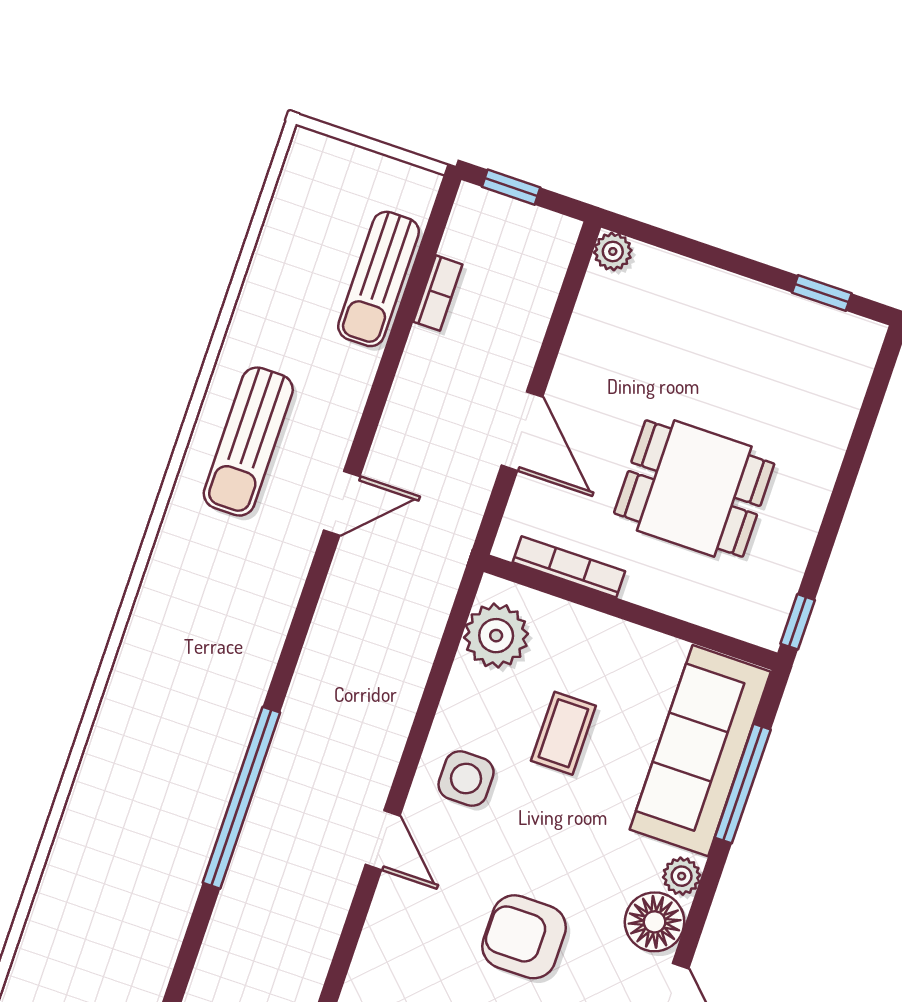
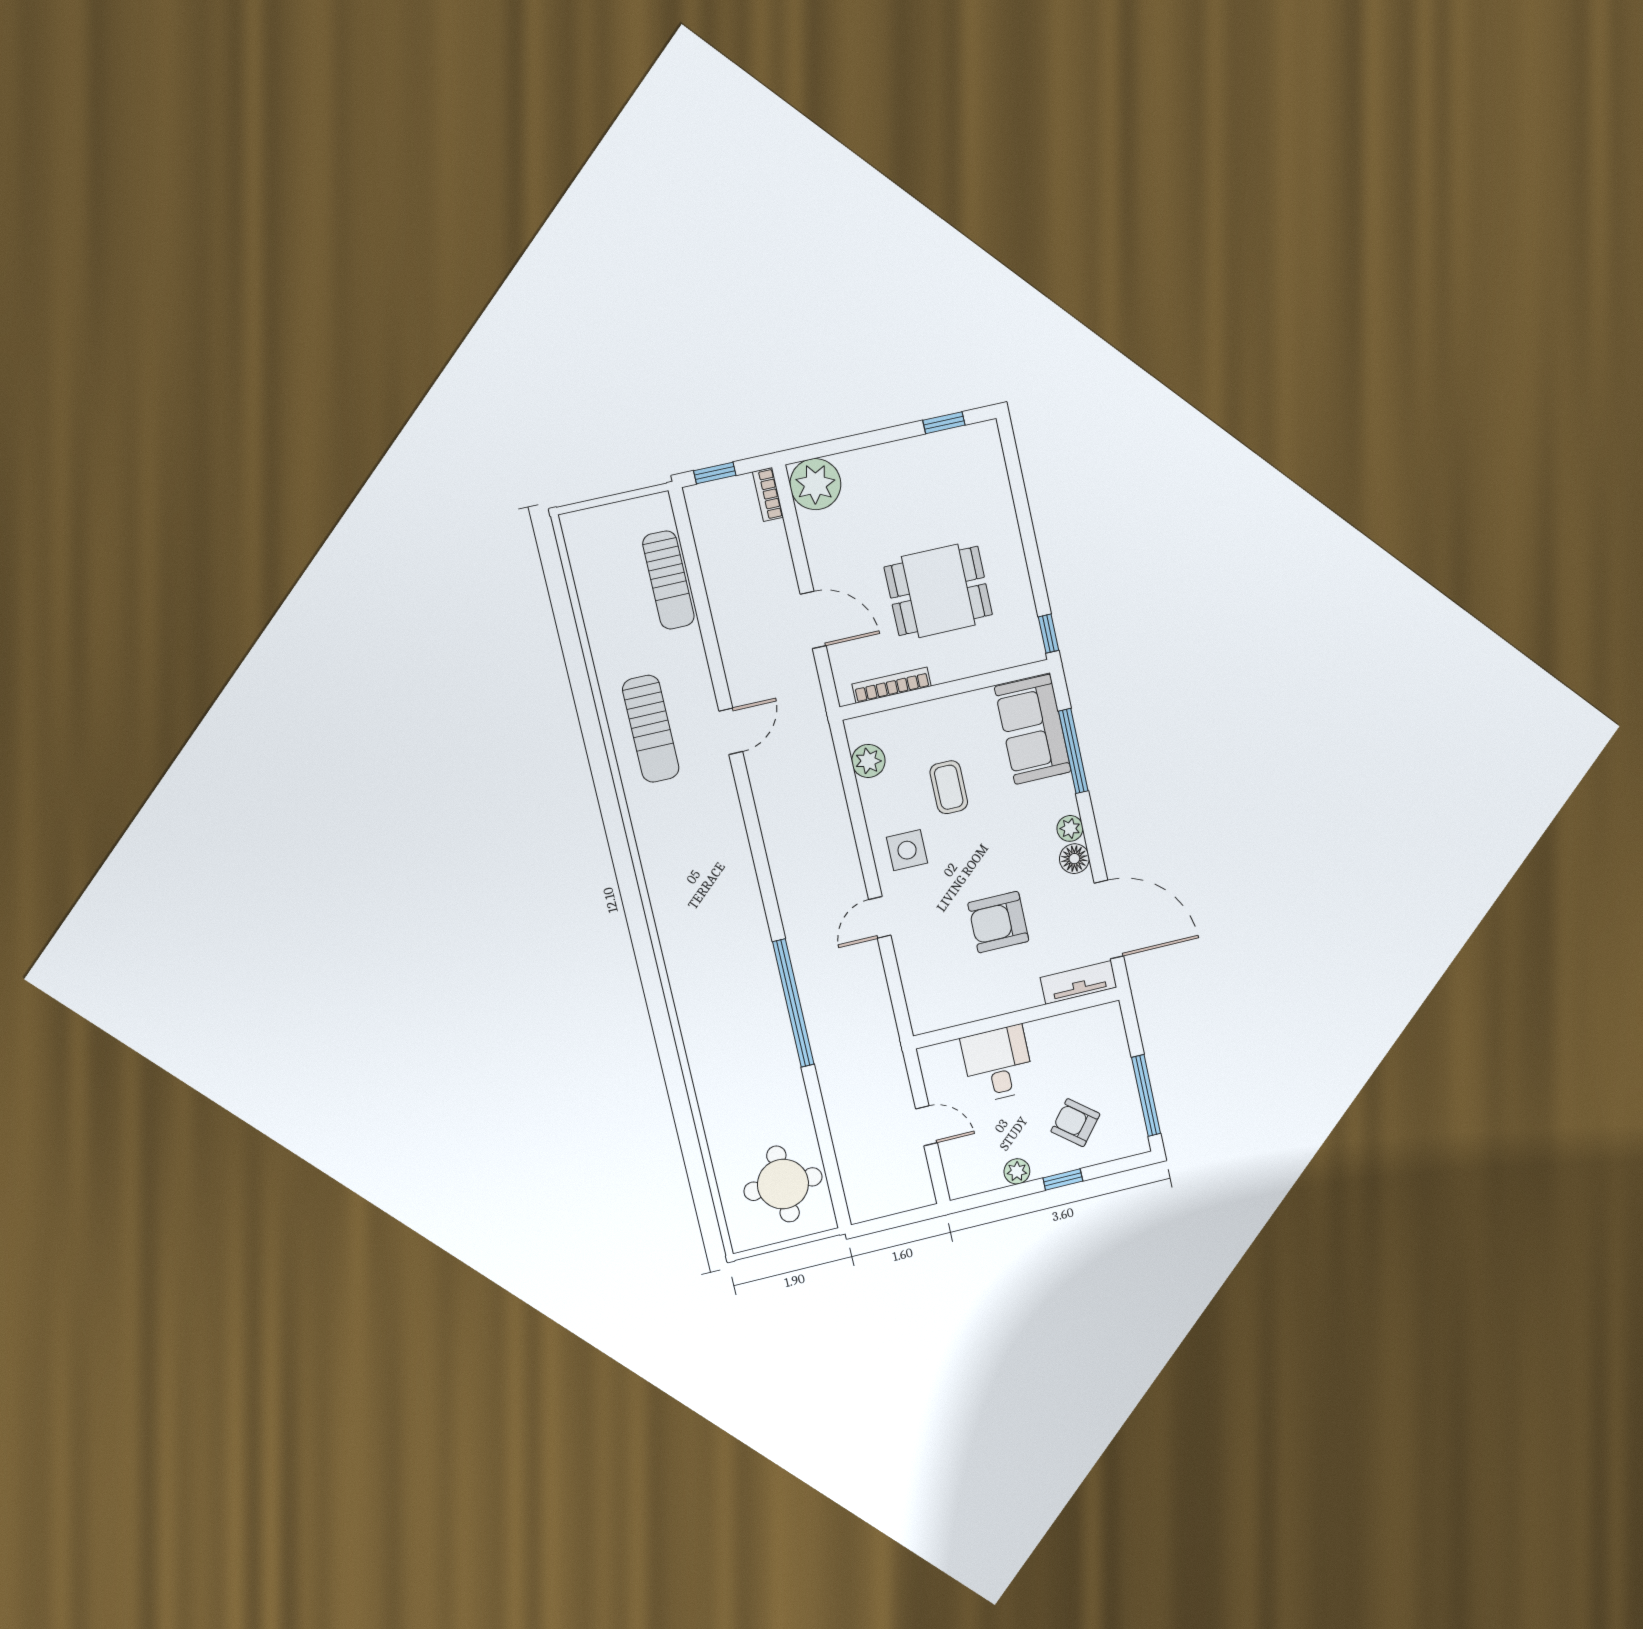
plant: (613, 251) -> (815, 484), width x1.87, depth x1.87
bookcase: (438, 293) -> (768, 495), moved, turned 180
plant: (496, 636) -> (868, 761), width x0.73, depth x0.73
sofa: (700, 751) -> (1033, 729), width x0.73
window: (241, 798) -> (793, 1003), moved
door: (383, 840) -> (880, 917), swing flipped
floor lamp: (655, 922) -> (1074, 859), width x0.73, depth x0.73

